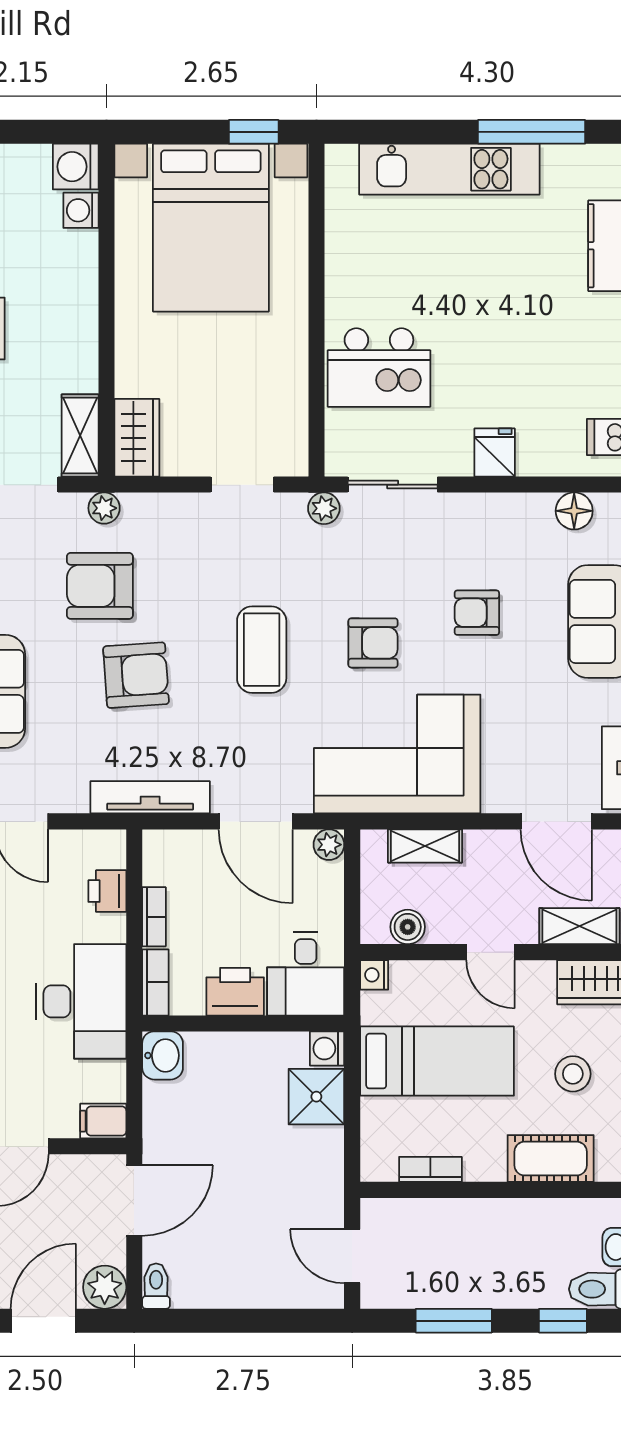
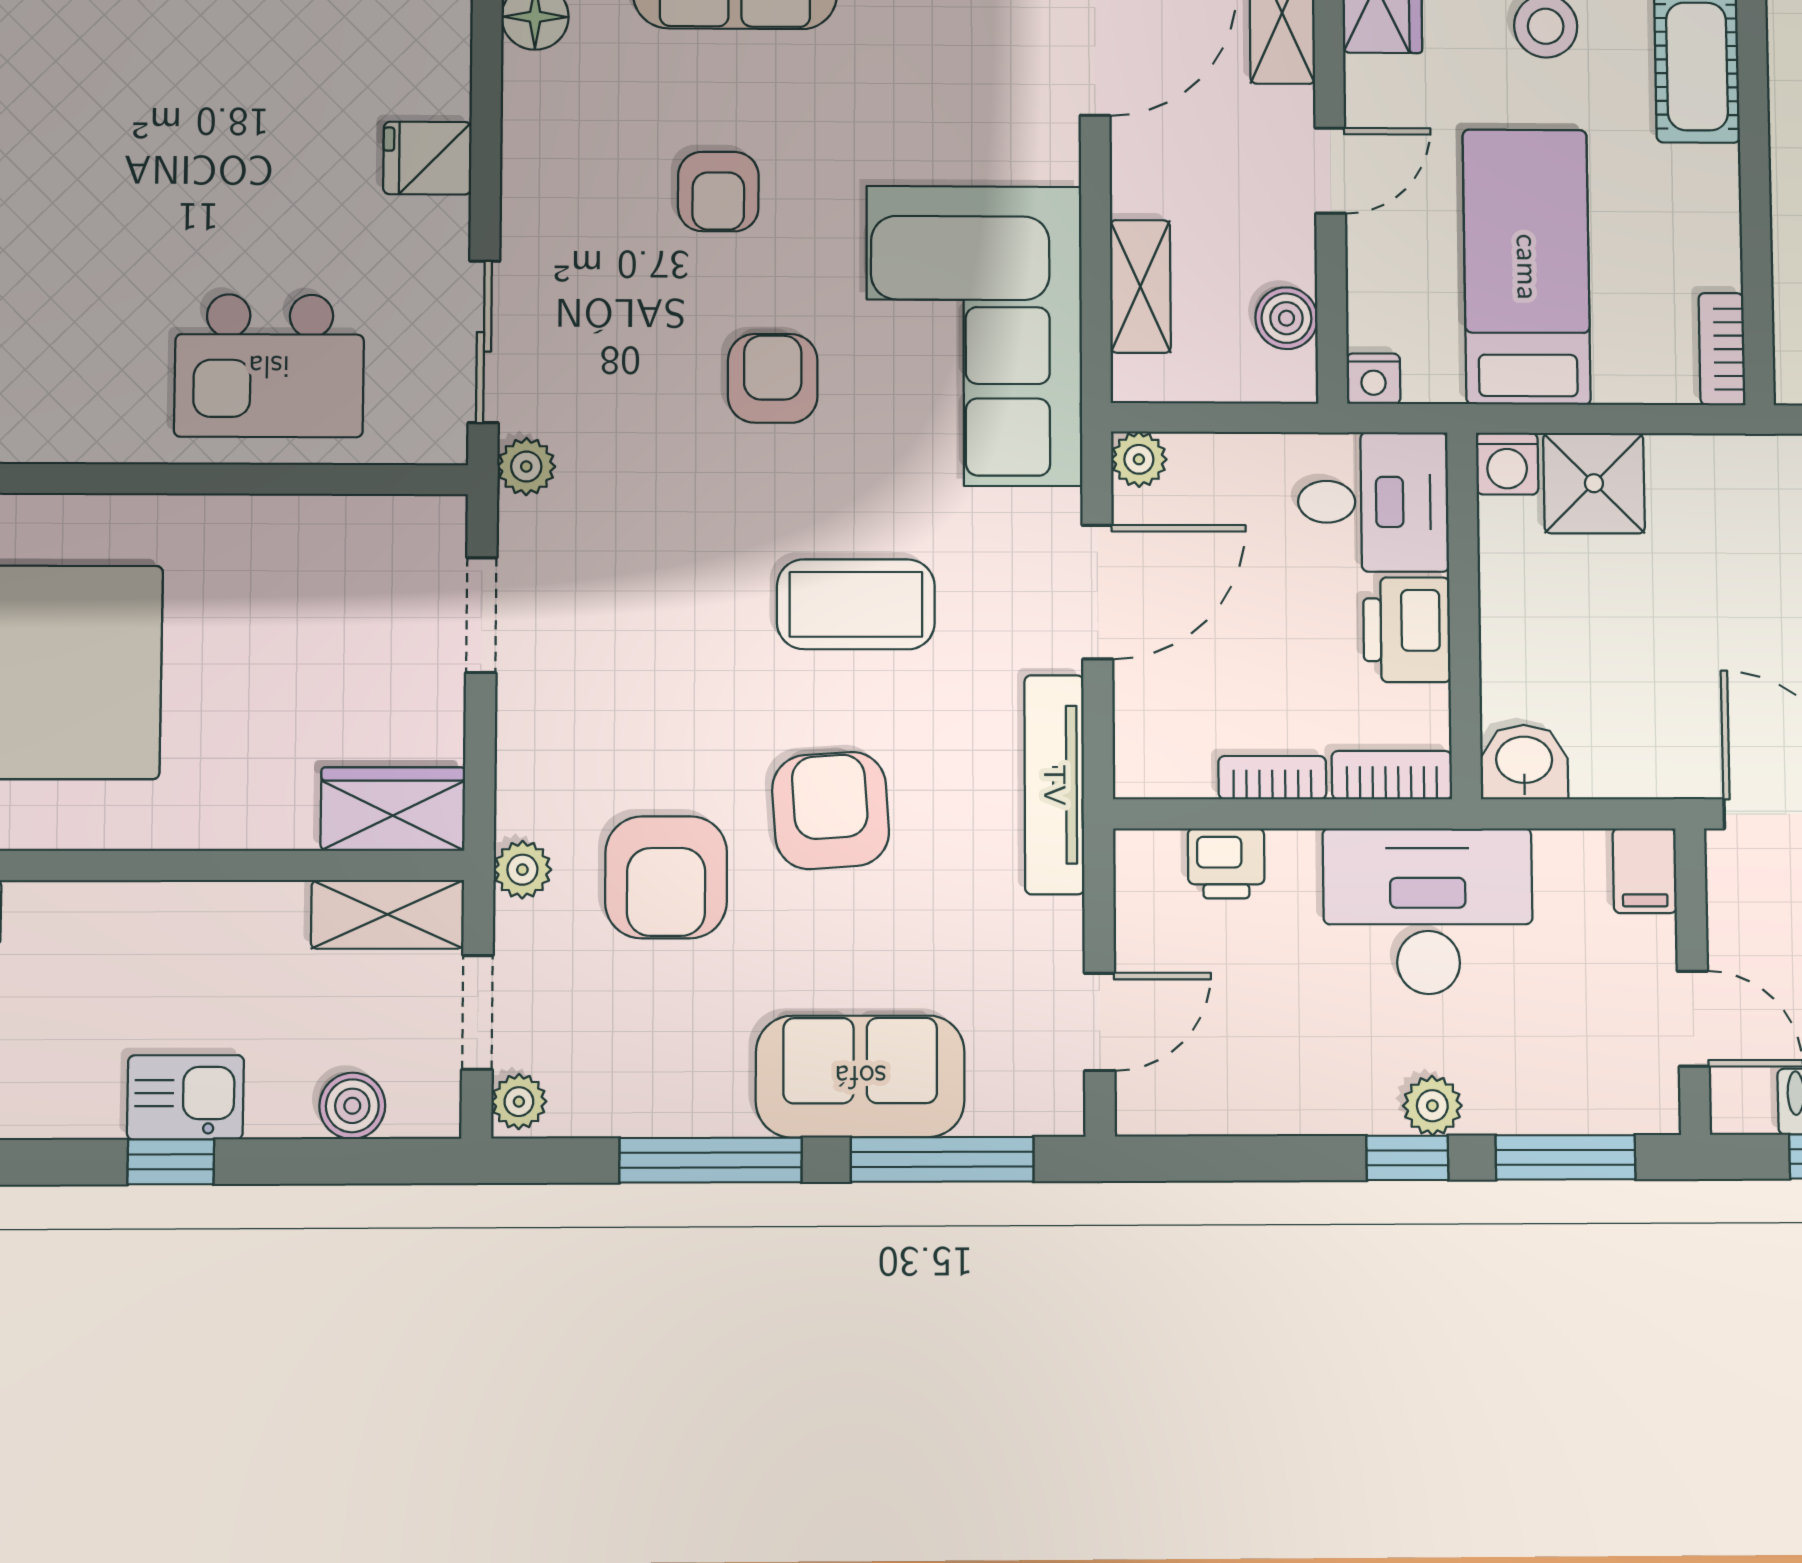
kitchen island: (379, 368) -> (269, 366), turned 90
coffee table: (262, 650) -> (856, 604), moved
bookcase: (430, 1169) -> (1722, 349), moved

